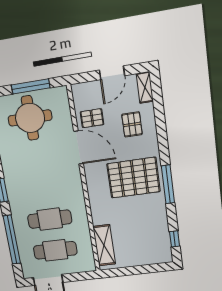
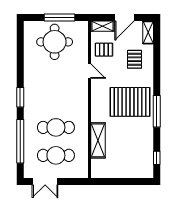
shelving: (86, 89) -> (103, 26), added
door: (78, 147) -> (90, 71), width x0.53
shelving: (104, 245) -> (98, 140), moved

